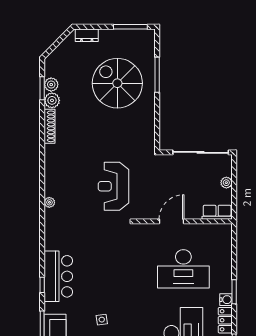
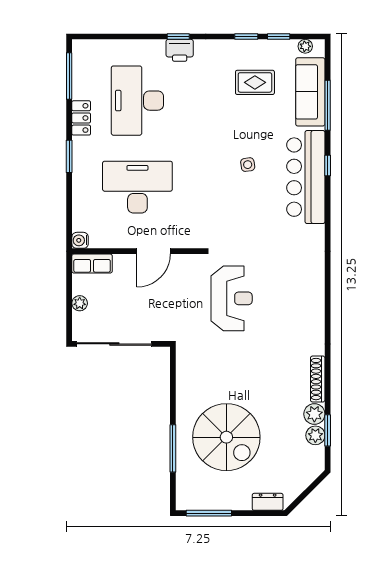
plant: (49, 202) -> (318, 277), removed
bar counter: (58, 276) -> (306, 177), width x1.36
water cooler: (226, 300) -> (80, 240), moved
side table: (102, 320) -> (248, 165), moved

